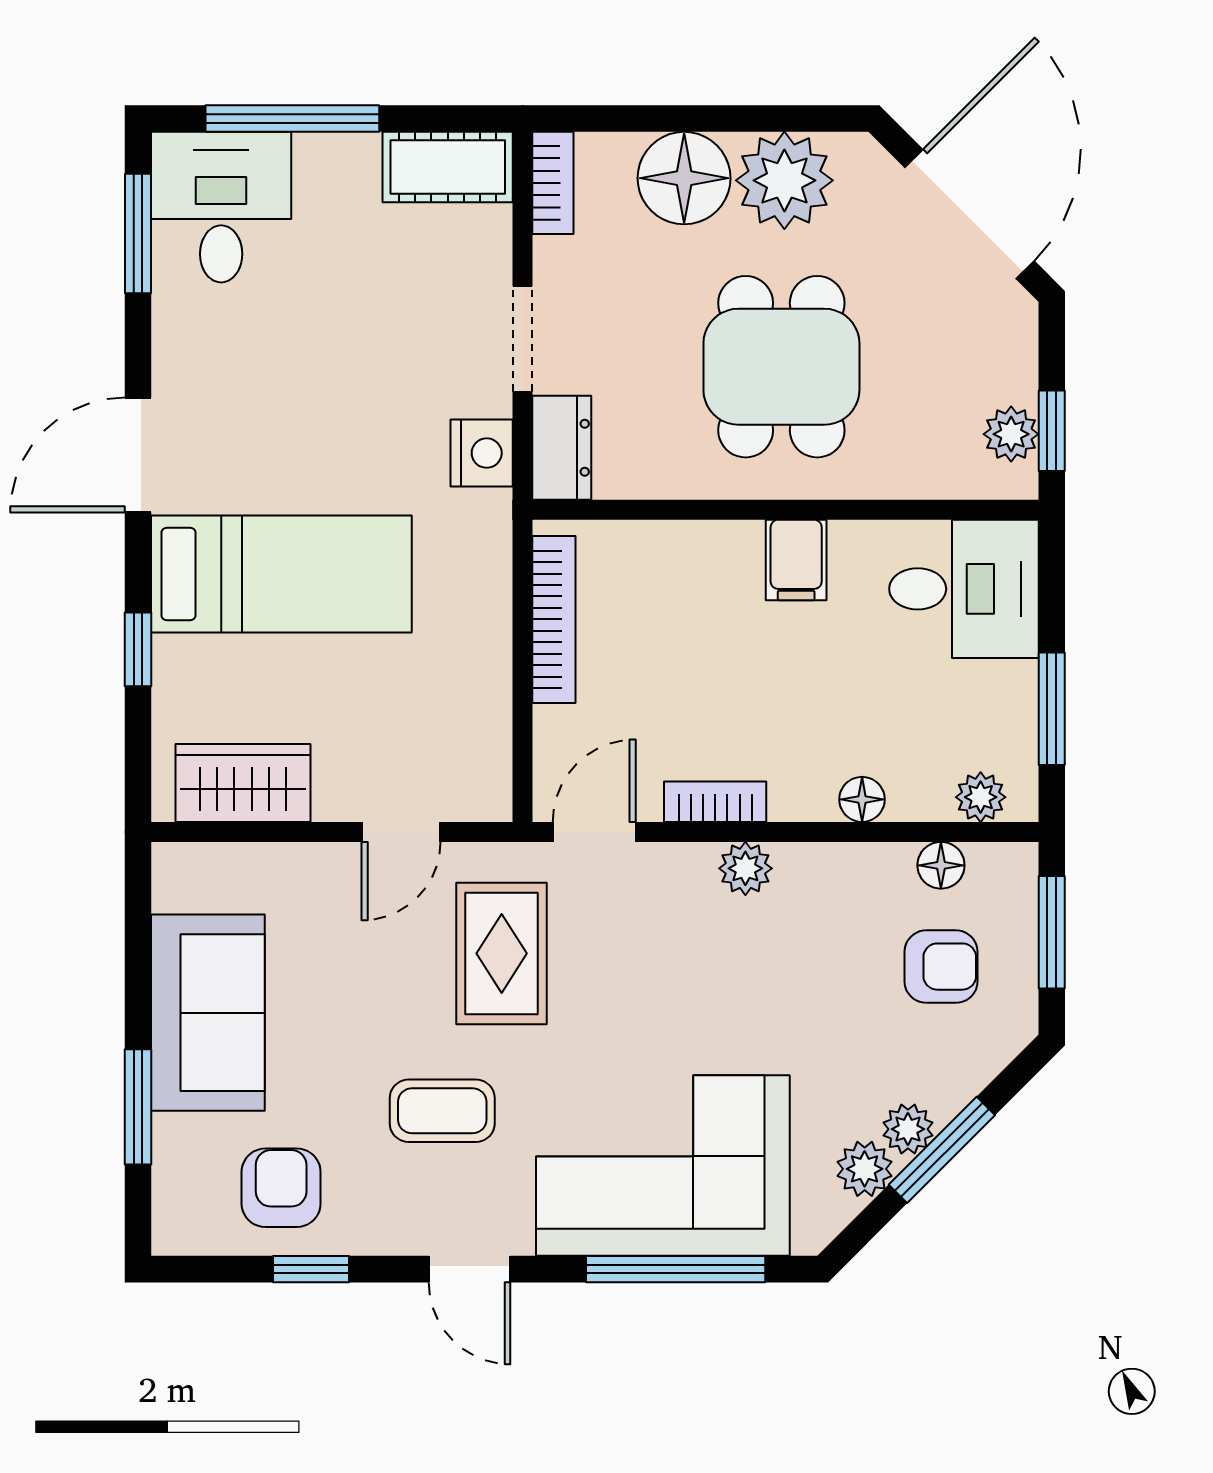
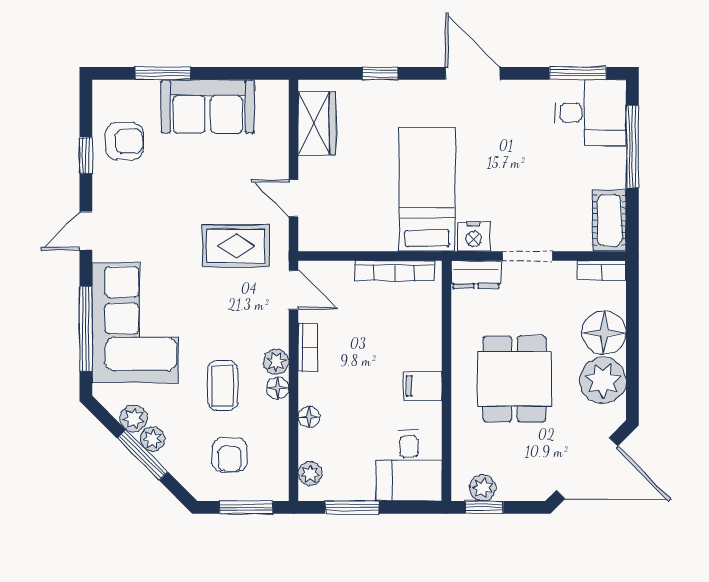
dining table: (781, 367) -> (515, 379), turned 90
bed: (281, 574) -> (427, 189), moved, turned 180
floor lamp: (941, 865) -> (278, 388), moved
coffee table: (442, 1111) -> (223, 385), moved

